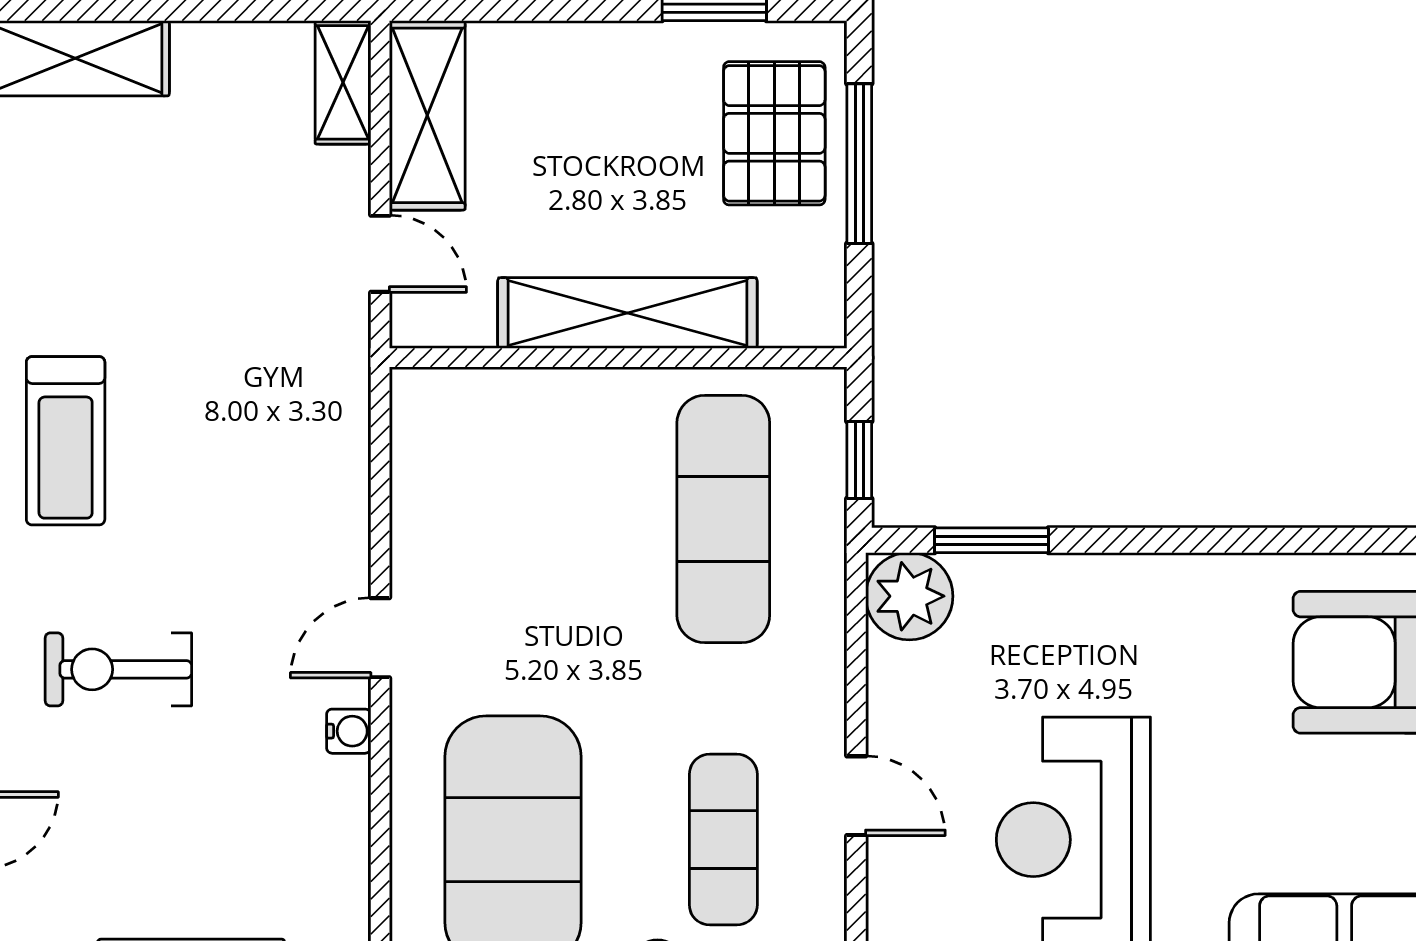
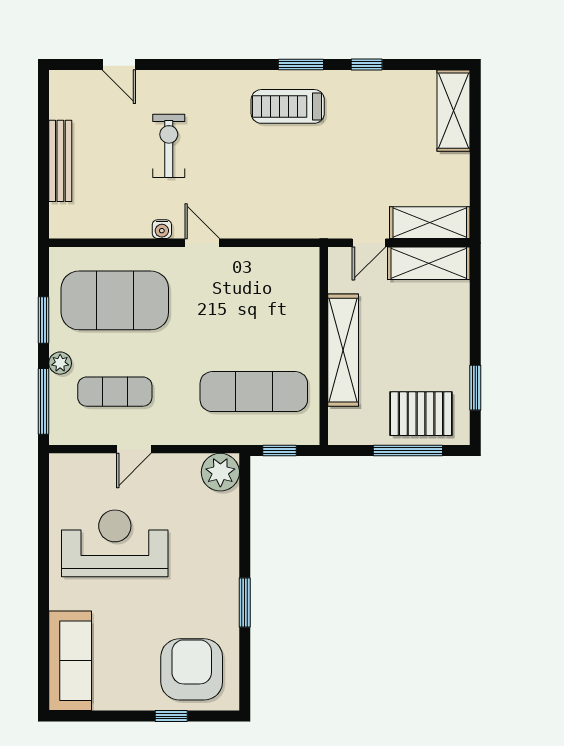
shelving: (343, 82) -> (430, 223), width x1.50, depth x1.33
window: (991, 540) -> (245, 603), moved
exercise bike: (118, 669) -> (169, 146), moved

